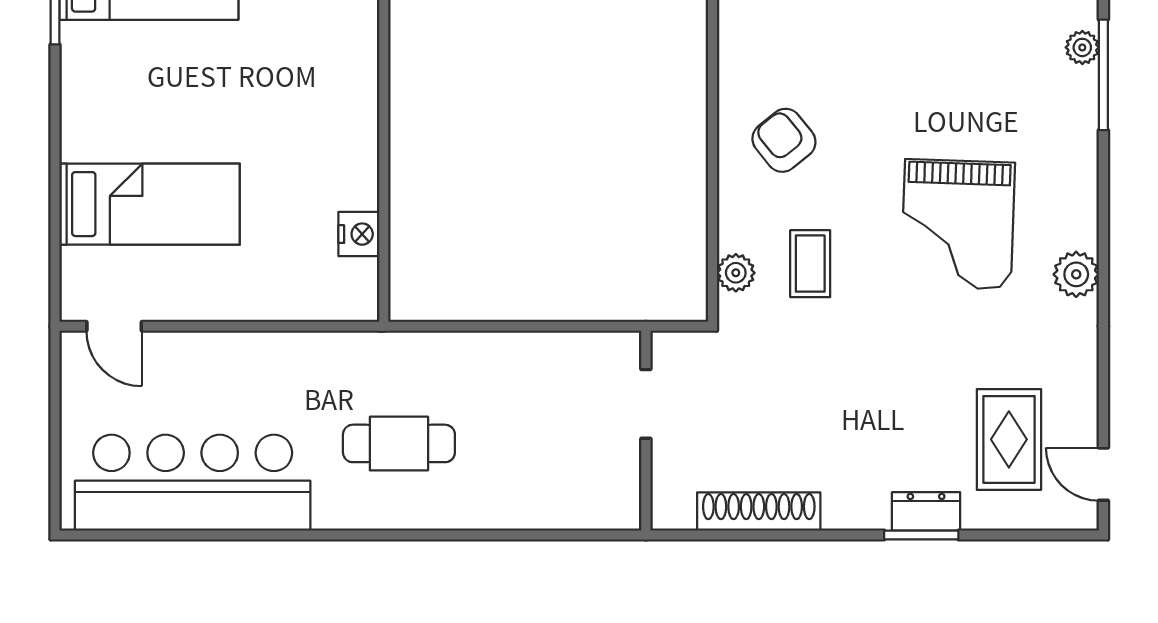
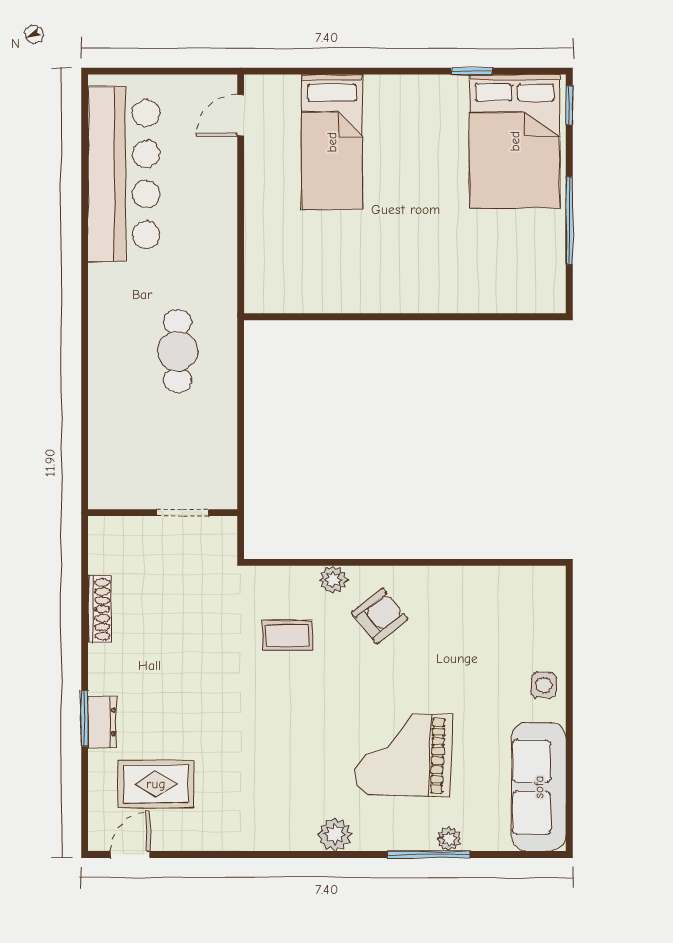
grand piano: (958, 224) -> (404, 755), moved
nightstand: (359, 234) -> (310, 298), removed
plant: (736, 273) -> (333, 580), moved
plant: (1076, 274) -> (335, 834), moved
cafe table: (399, 443) -> (178, 351), moved
shoe rack: (759, 512) -> (99, 609), width x0.74, depth x0.81

